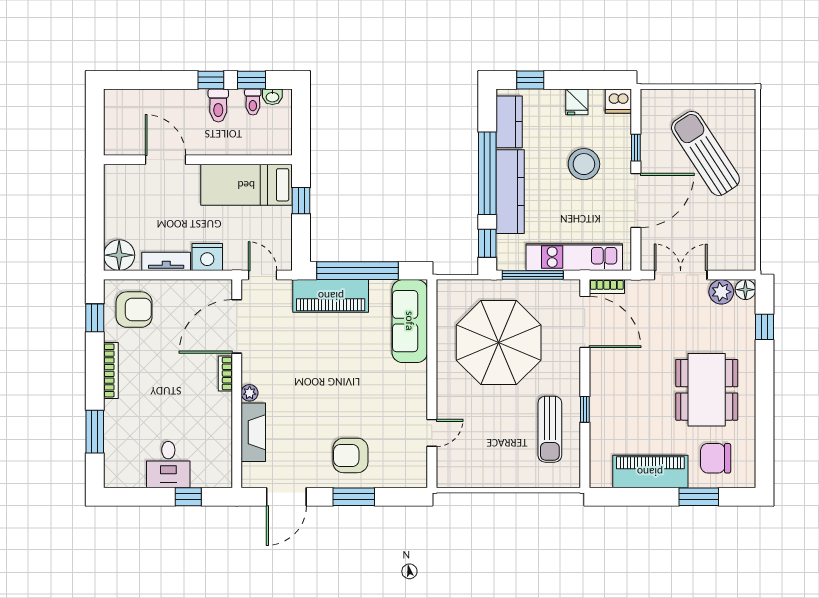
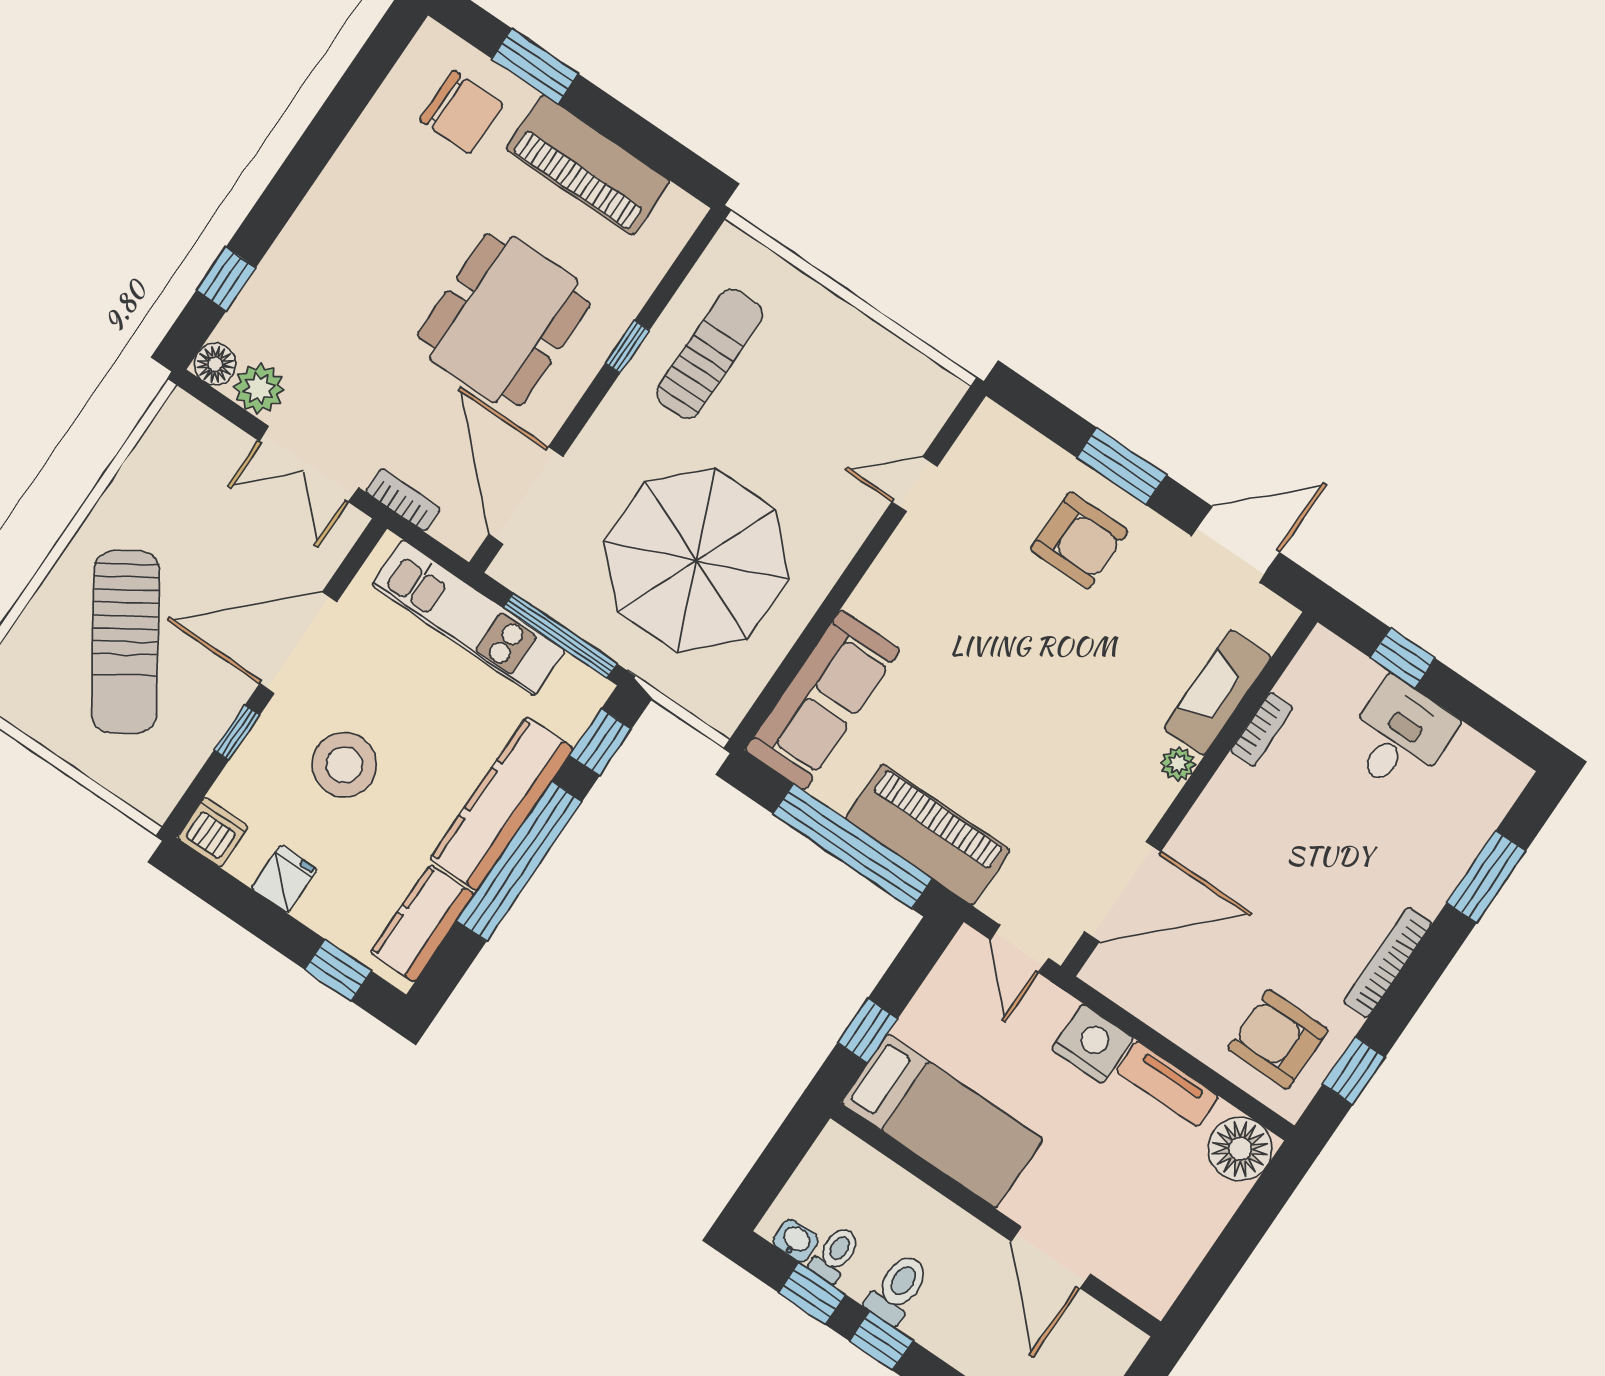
bookcase: (607, 287) -> (403, 500), moved
bookcase: (225, 373) -> (1262, 729), moved
dining table: (707, 390) -> (504, 320), moved

